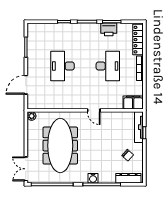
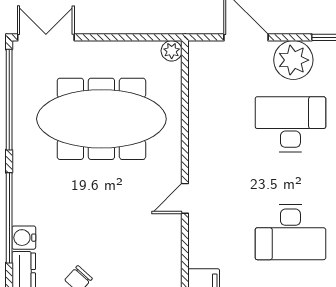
plant: (35, 65) -> (293, 60), added
water cooler: (93, 178) -> (24, 238), moved

